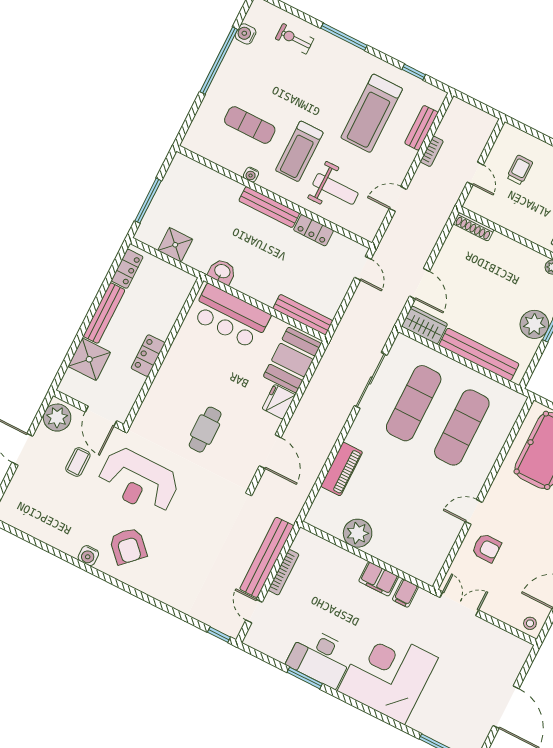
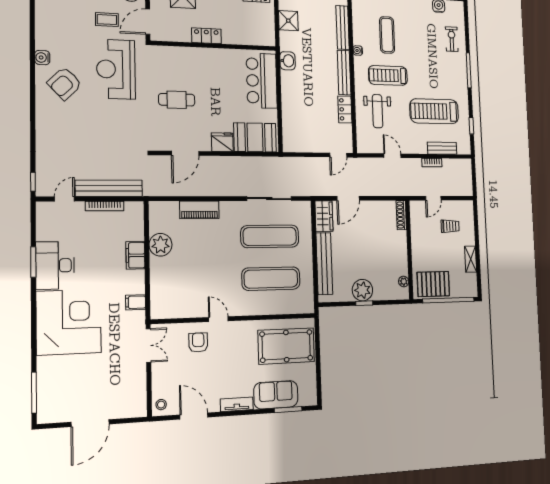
bench: (303, 315) -> (343, 28), moved
armchair: (487, 548) -> (198, 342), turned 180
filing cabinet: (379, 579) -> (135, 255), moved

